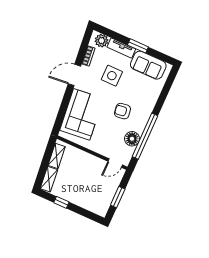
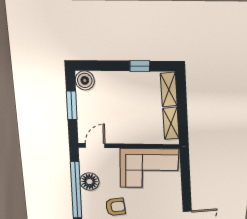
corner sofa: (82, 114) -> (149, 168), moved, turned -84
boiler: (101, 209) -> (85, 80), added

